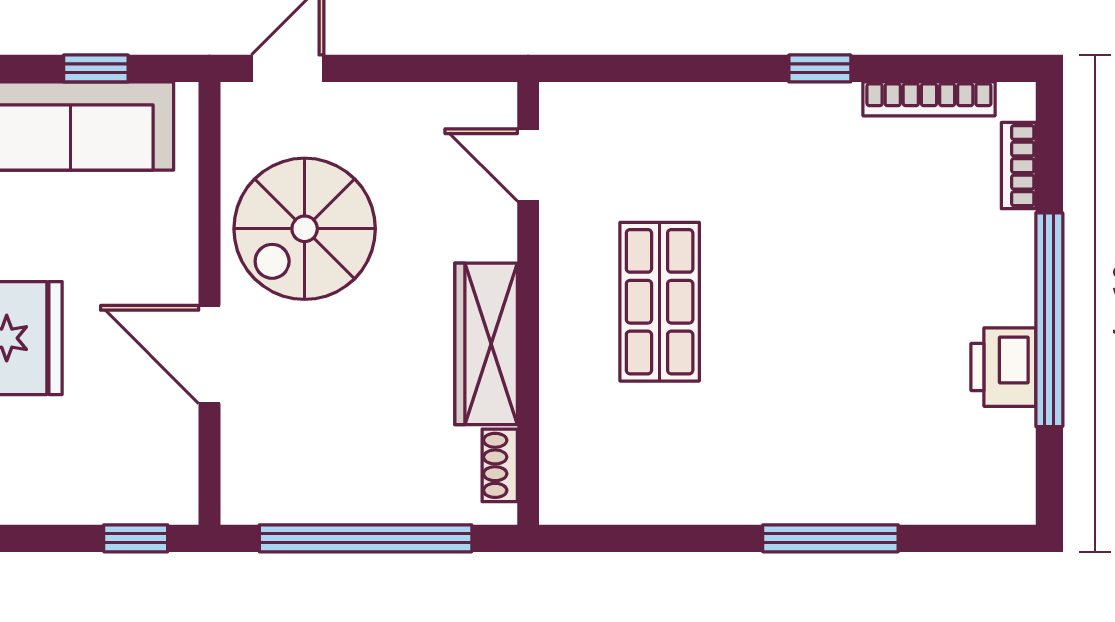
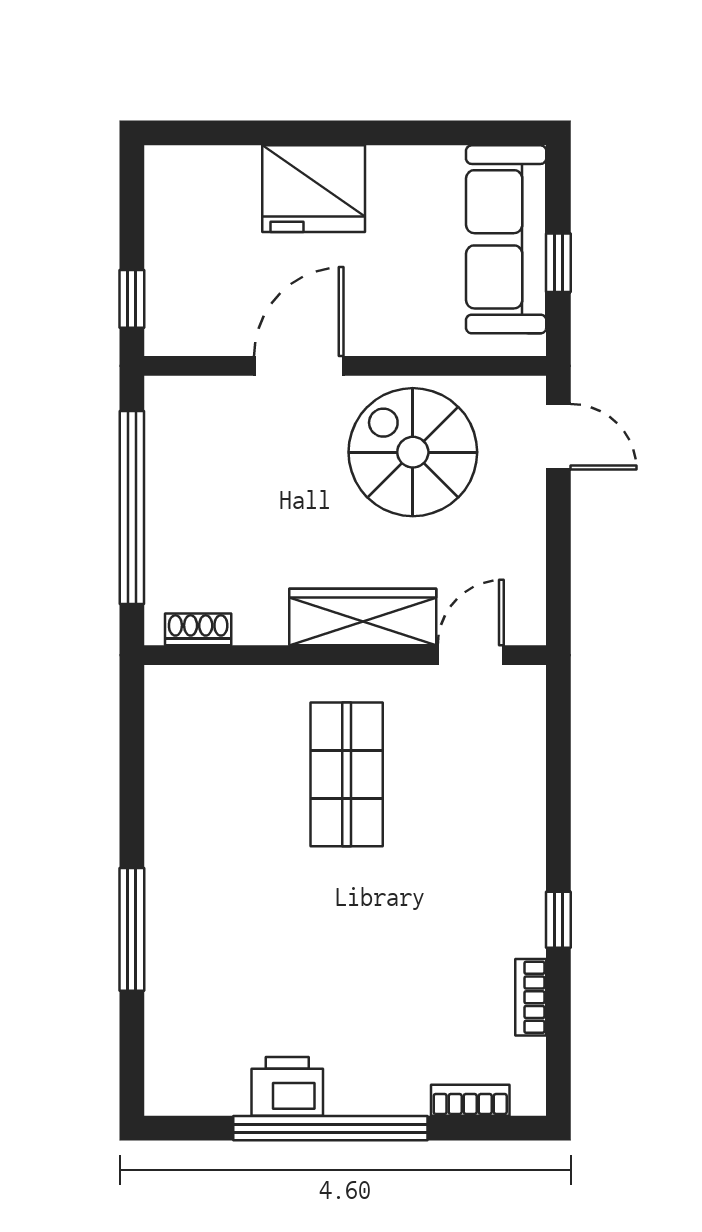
bookcase: (929, 99) -> (531, 997), width x0.64
shop shelf: (660, 302) -> (347, 774), turned 90
wardrobe: (486, 344) -> (363, 617), moved

